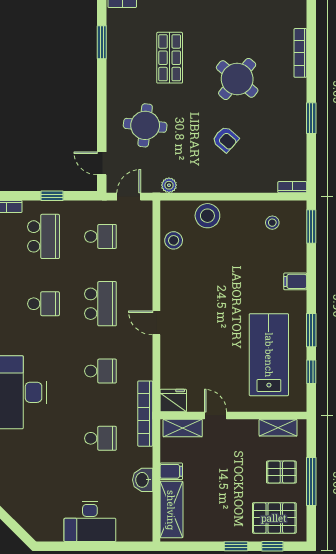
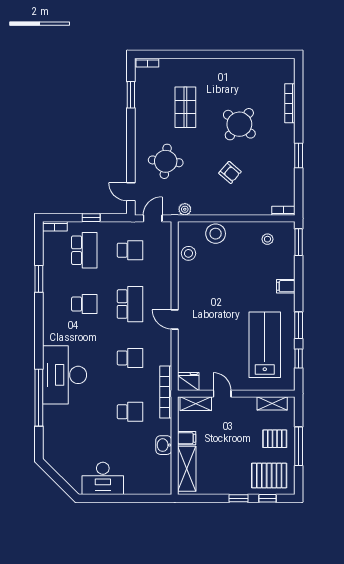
desk: (90, 521) -> (103, 478), moved

